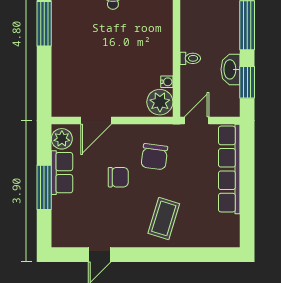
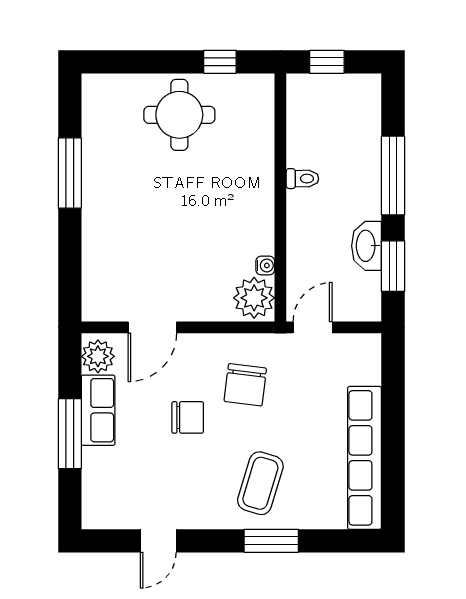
toilet: (190, 58) -> (302, 179), moved
row of seats: (229, 169) -> (365, 458), moved
window: (171, 255) -> (271, 541), added

